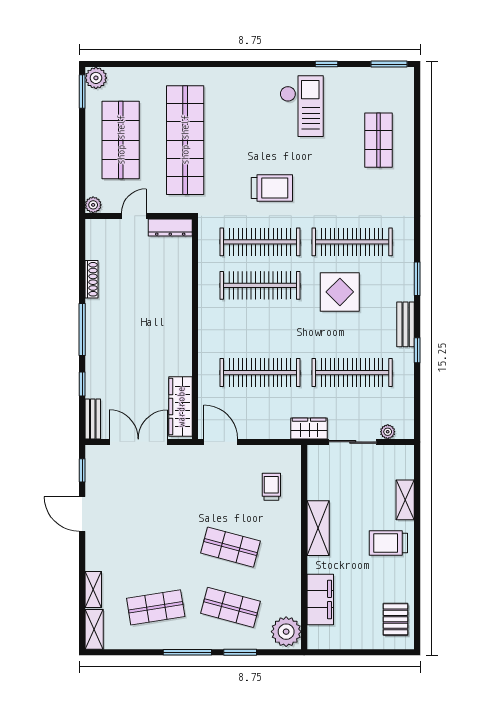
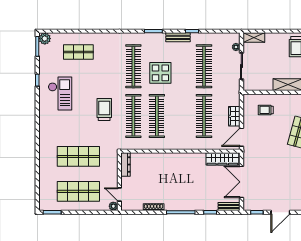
plant: (96, 78) -> (45, 39), moved
checkout: (302, 106) -> (60, 94), turned 90
shop shelf: (185, 140) -> (78, 156), width x0.71
door: (134, 216) -> (119, 194), moved
wardrobe: (309, 428) -> (234, 116), moved
shelving: (405, 500) -> (254, 38), moved

